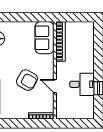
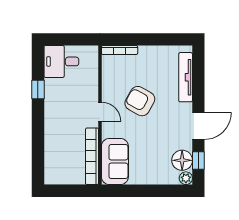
desk: (82, 84) -> (61, 61), moved
door: (55, 86) -> (100, 112), moved

